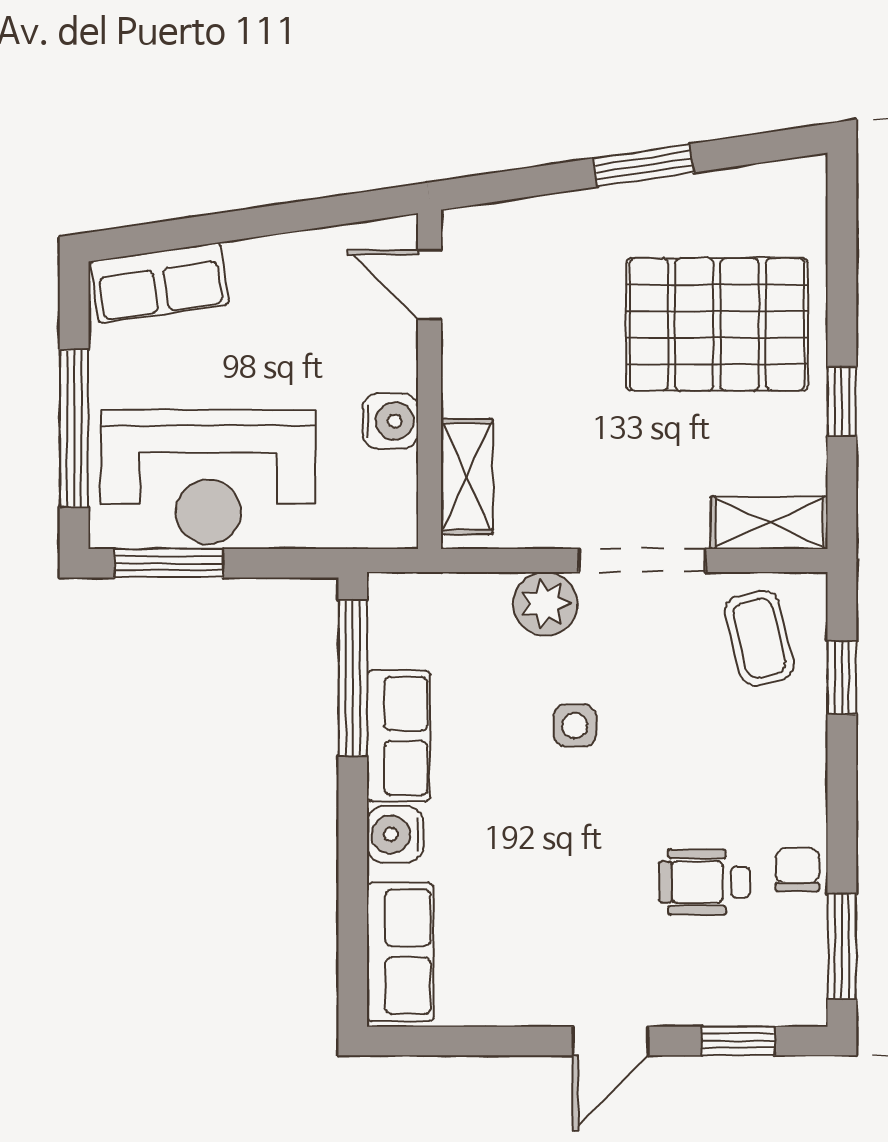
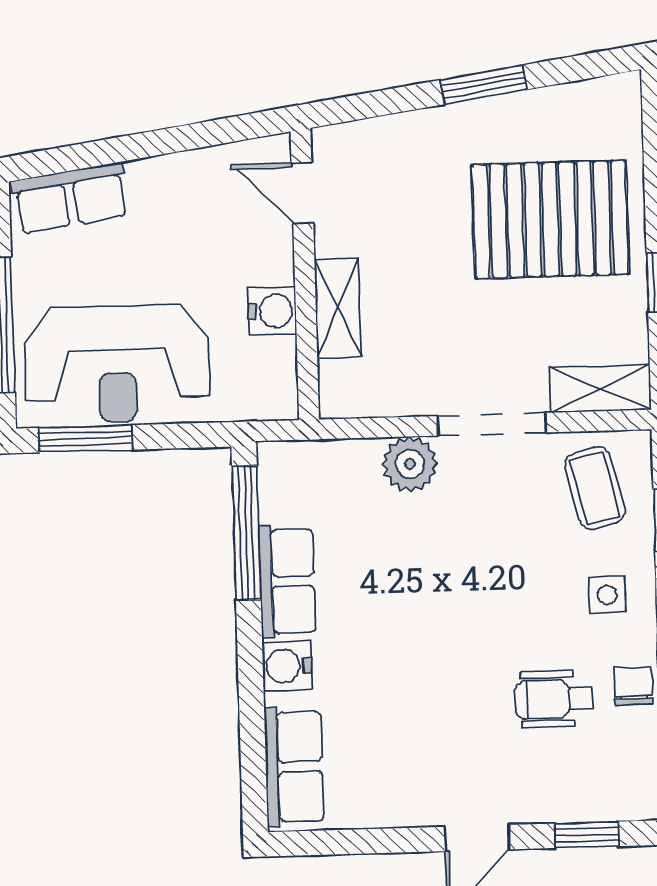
shelving: (467, 476) -> (338, 308), moved
side table: (575, 726) -> (607, 595), moved

